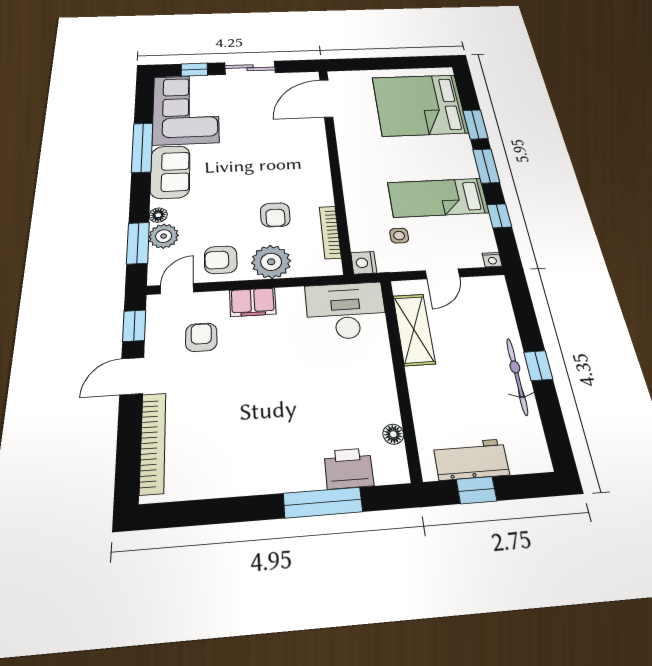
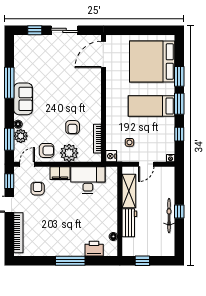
corner sofa: (186, 109) -> (30, 59), removed
bed: (438, 198) -> (151, 106), moved
armchair: (221, 260) -> (47, 150), turned 180
desk: (346, 311) -> (88, 180), moved
workbench: (471, 460) -> (129, 223), moved, turned 90
window: (323, 502) -> (70, 261), moved

